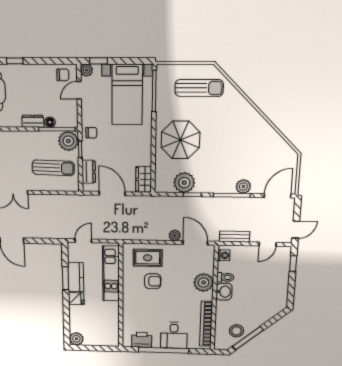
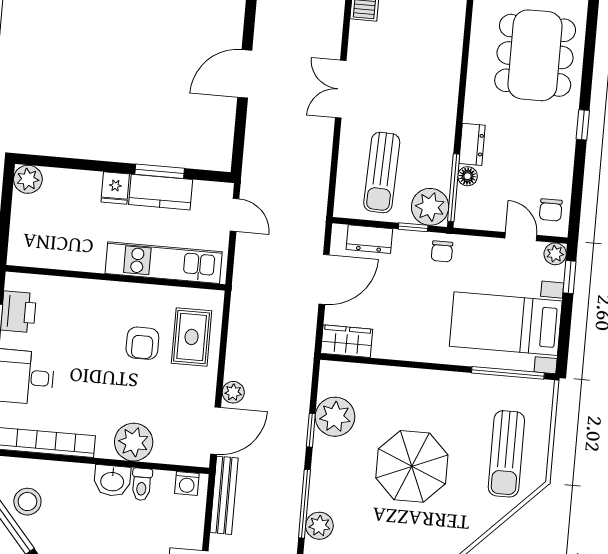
parasol: (180, 140) -> (412, 466), moved
bench: (234, 237) -> (224, 495), width x1.36

